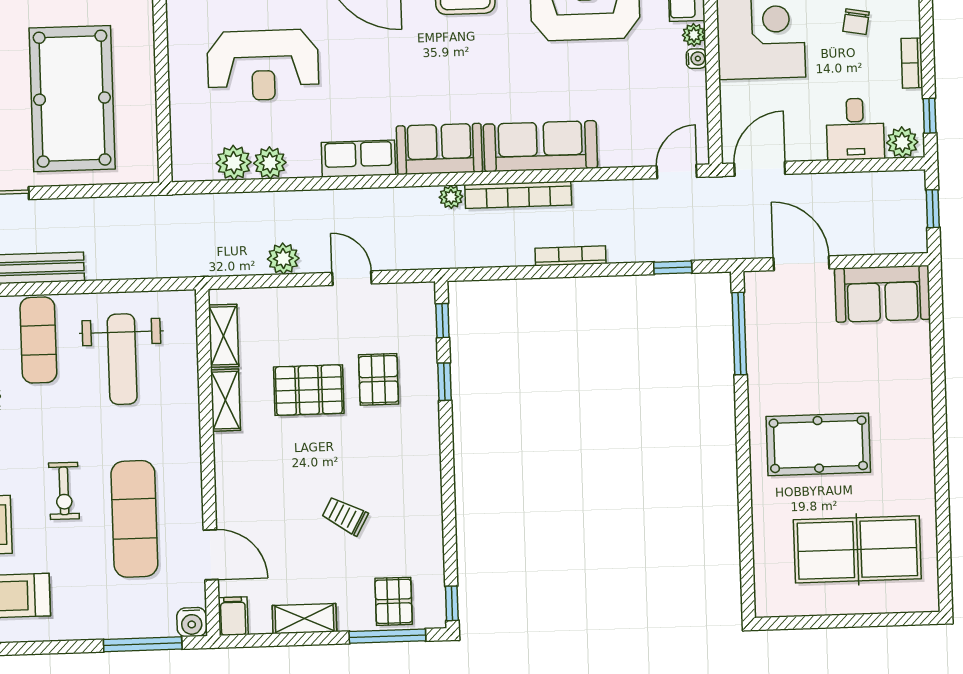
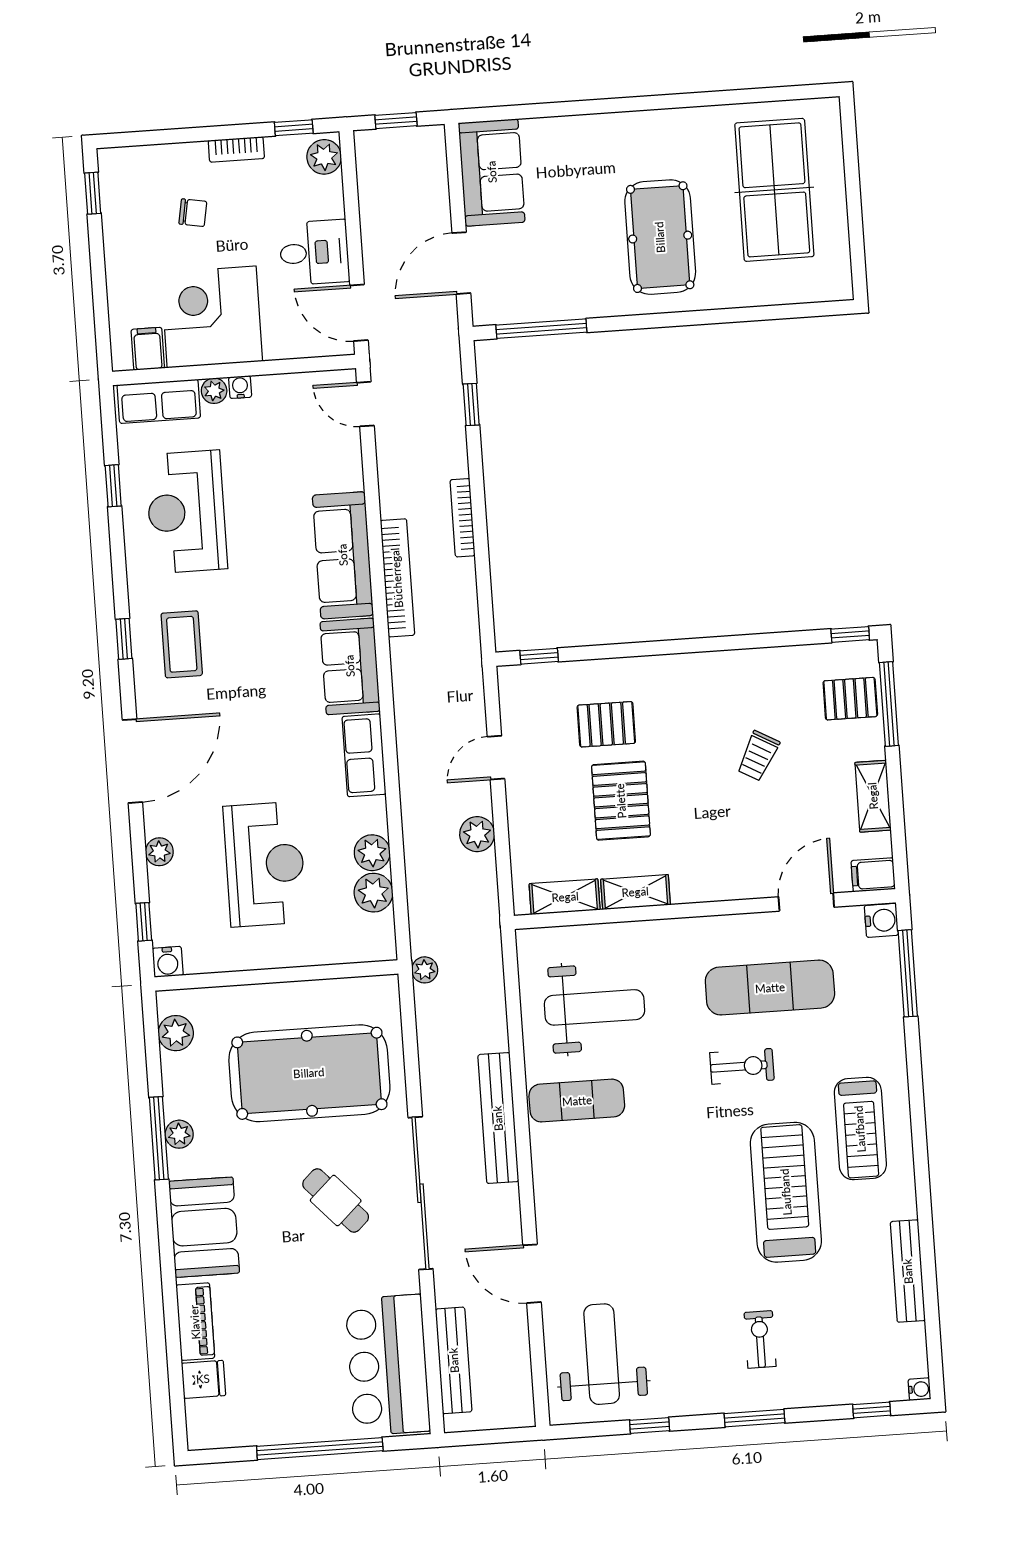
desk: (855, 129) -> (314, 252), moved
plant: (451, 197) -> (425, 970), moved
window: (444, 382) -> (606, 651), removed

